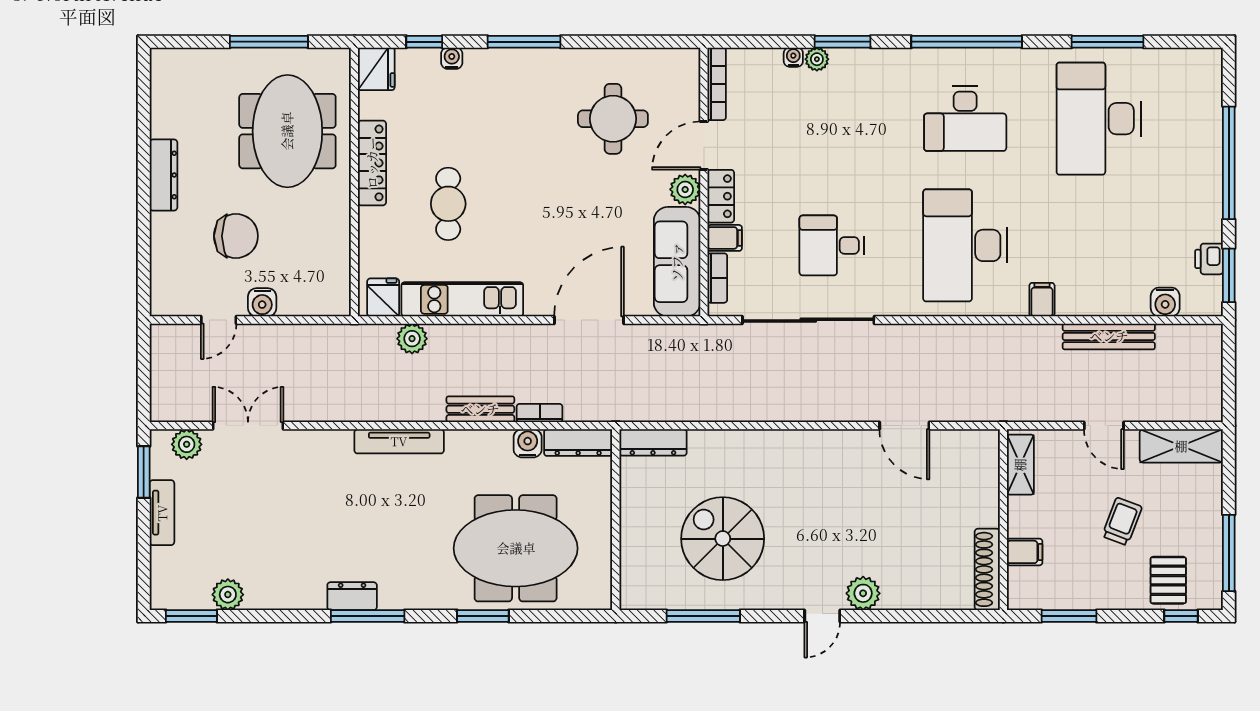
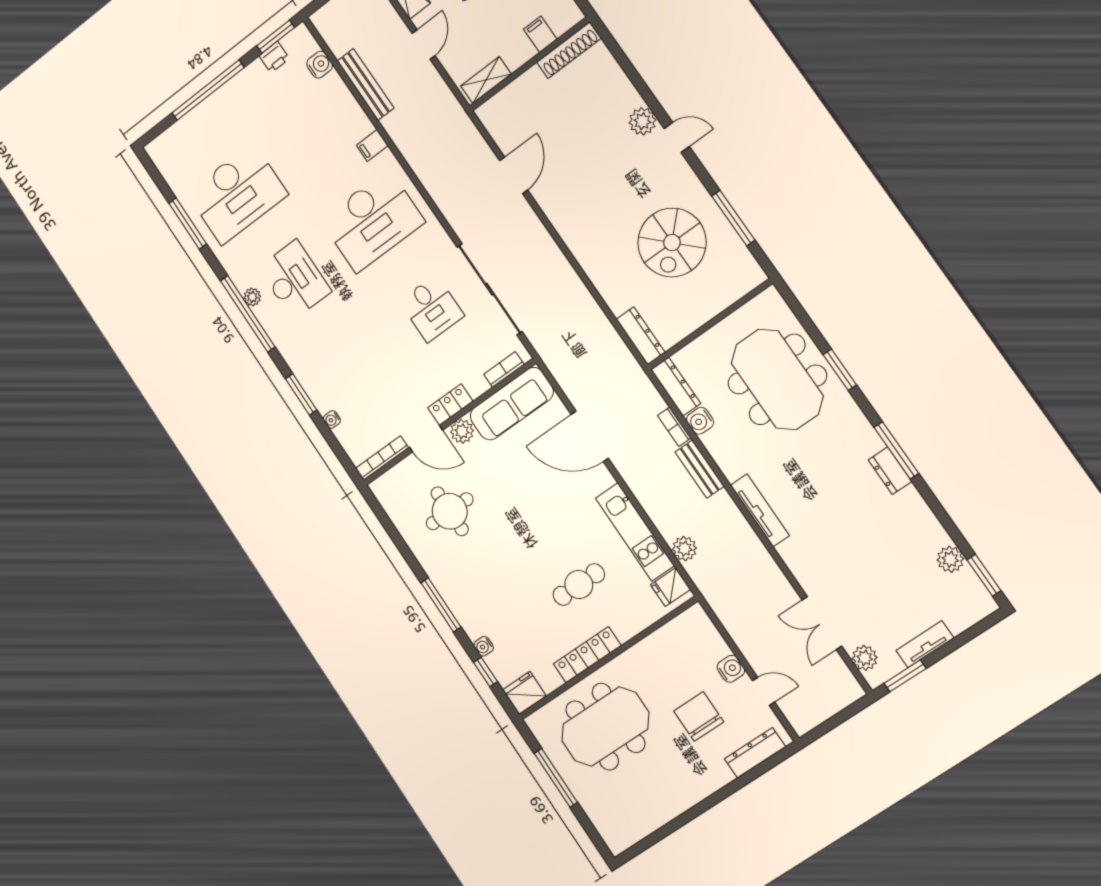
plant: (817, 59) -> (252, 297), moved
dresser: (163, 175) -> (755, 753), moved
filing cabinet: (725, 238) -> (475, 383), removed

